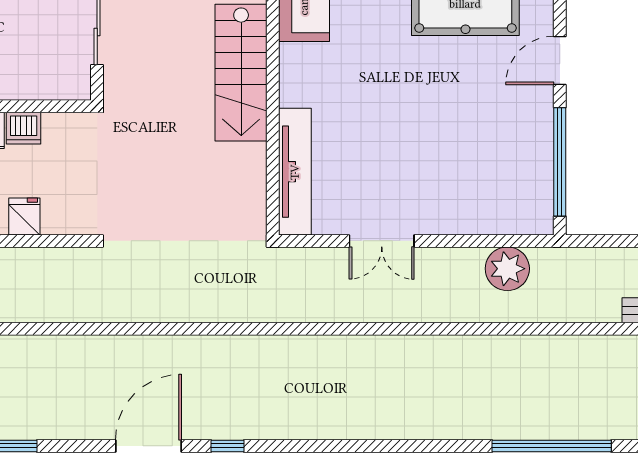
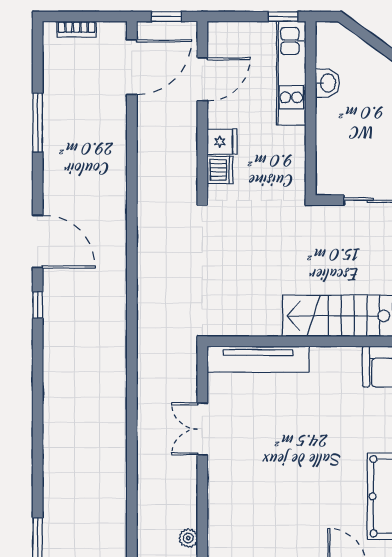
dishwasher: (24, 128) -> (220, 170), moved, turned 180
plant: (507, 269) -> (188, 538), width x0.53, depth x0.53

